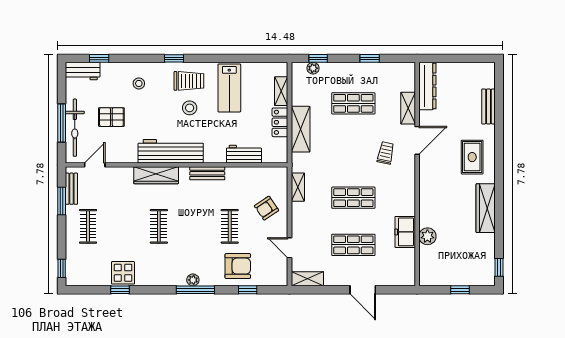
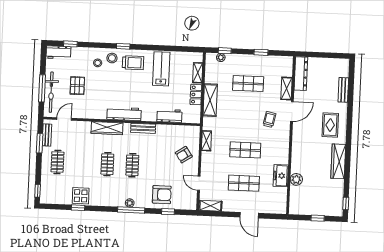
lab bench: (229, 88) -> (161, 69), turned 180
stool: (190, 108) -> (112, 58), moved
pallet: (111, 117) -> (77, 86), turned 90
workbench: (171, 151) -> (124, 114), width x0.73, depth x0.76
clothes rail: (230, 226) -> (132, 165), moved

